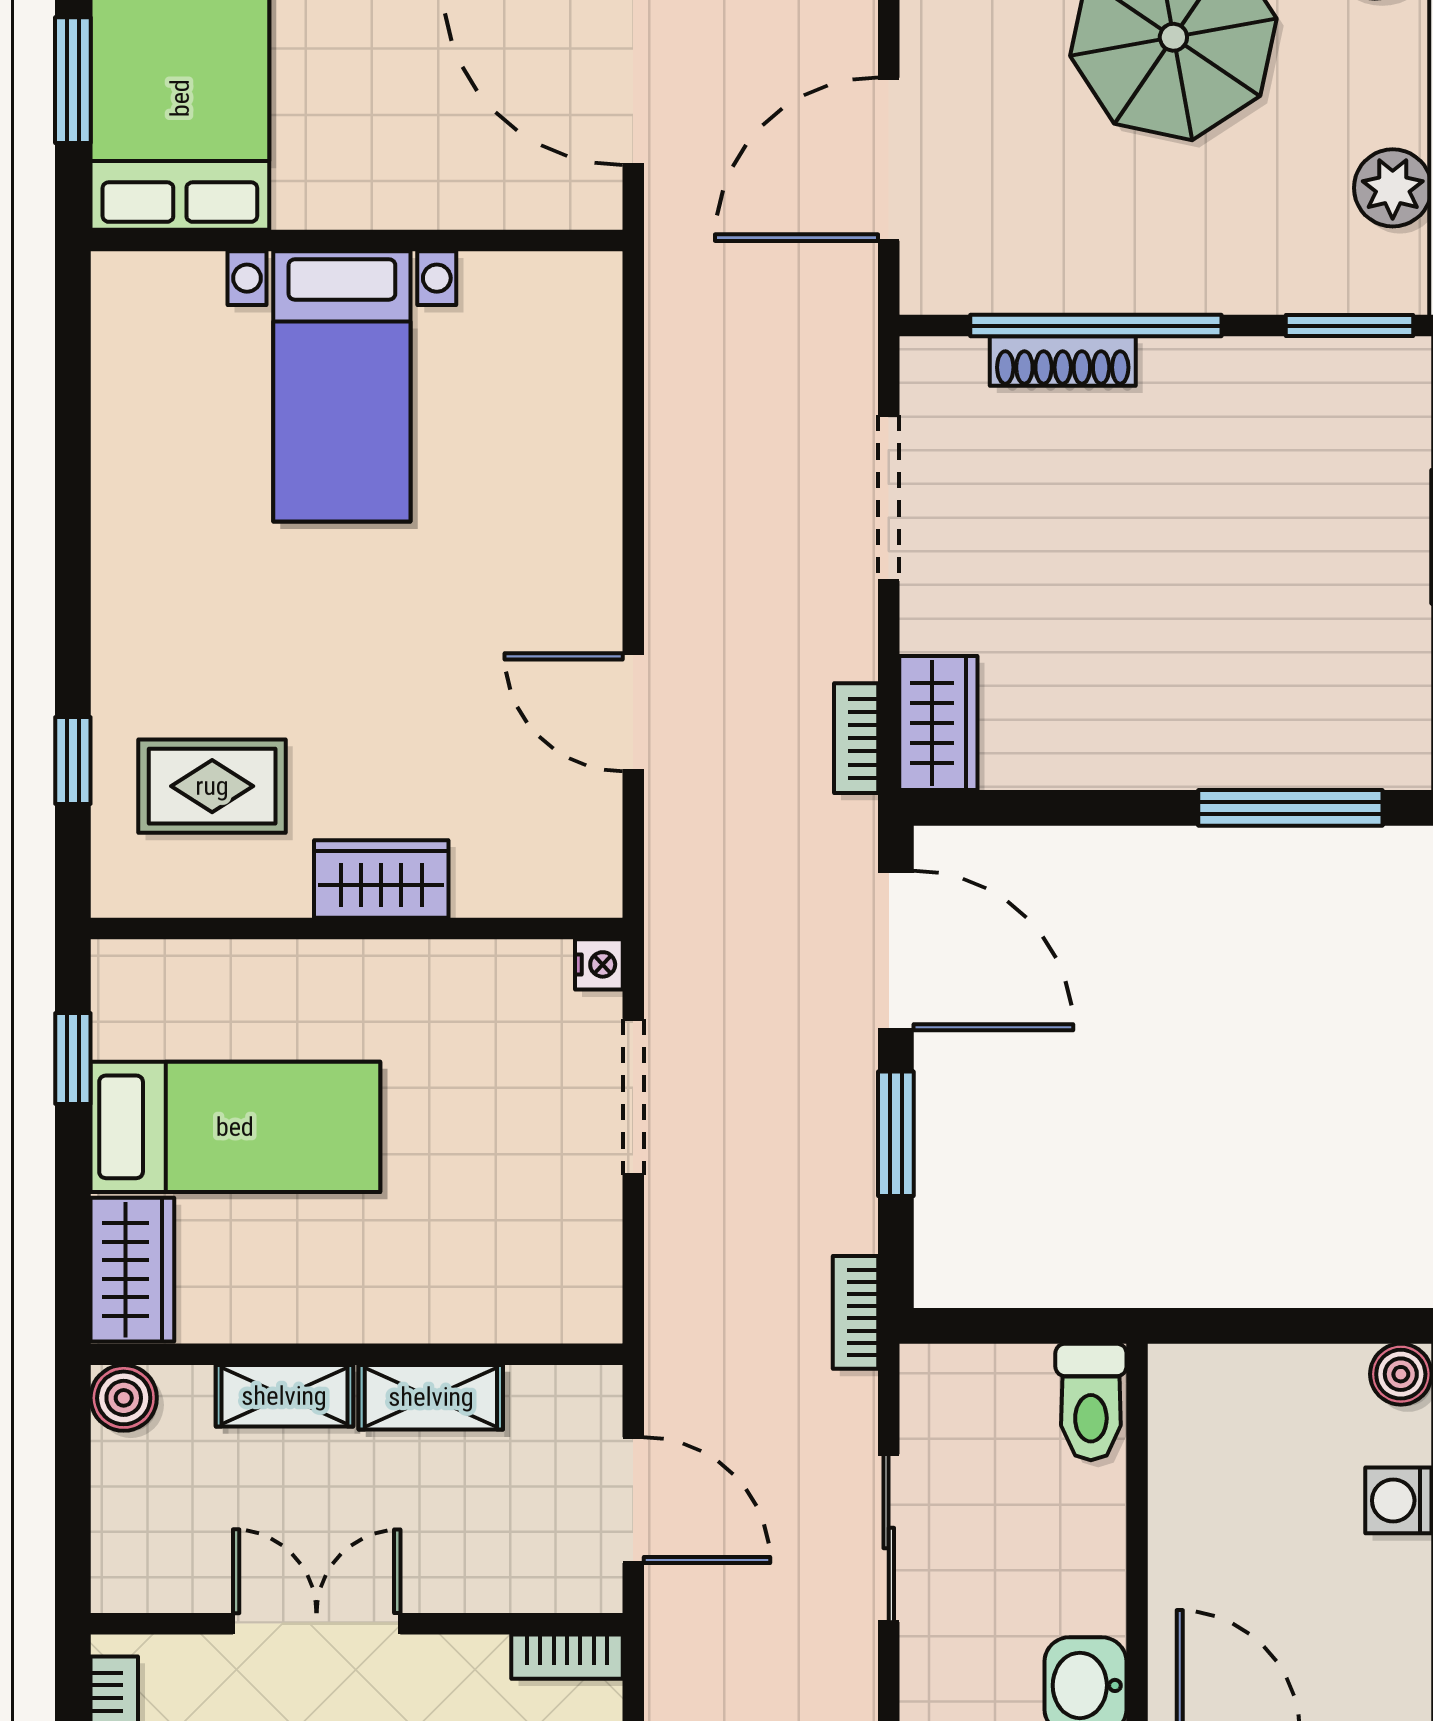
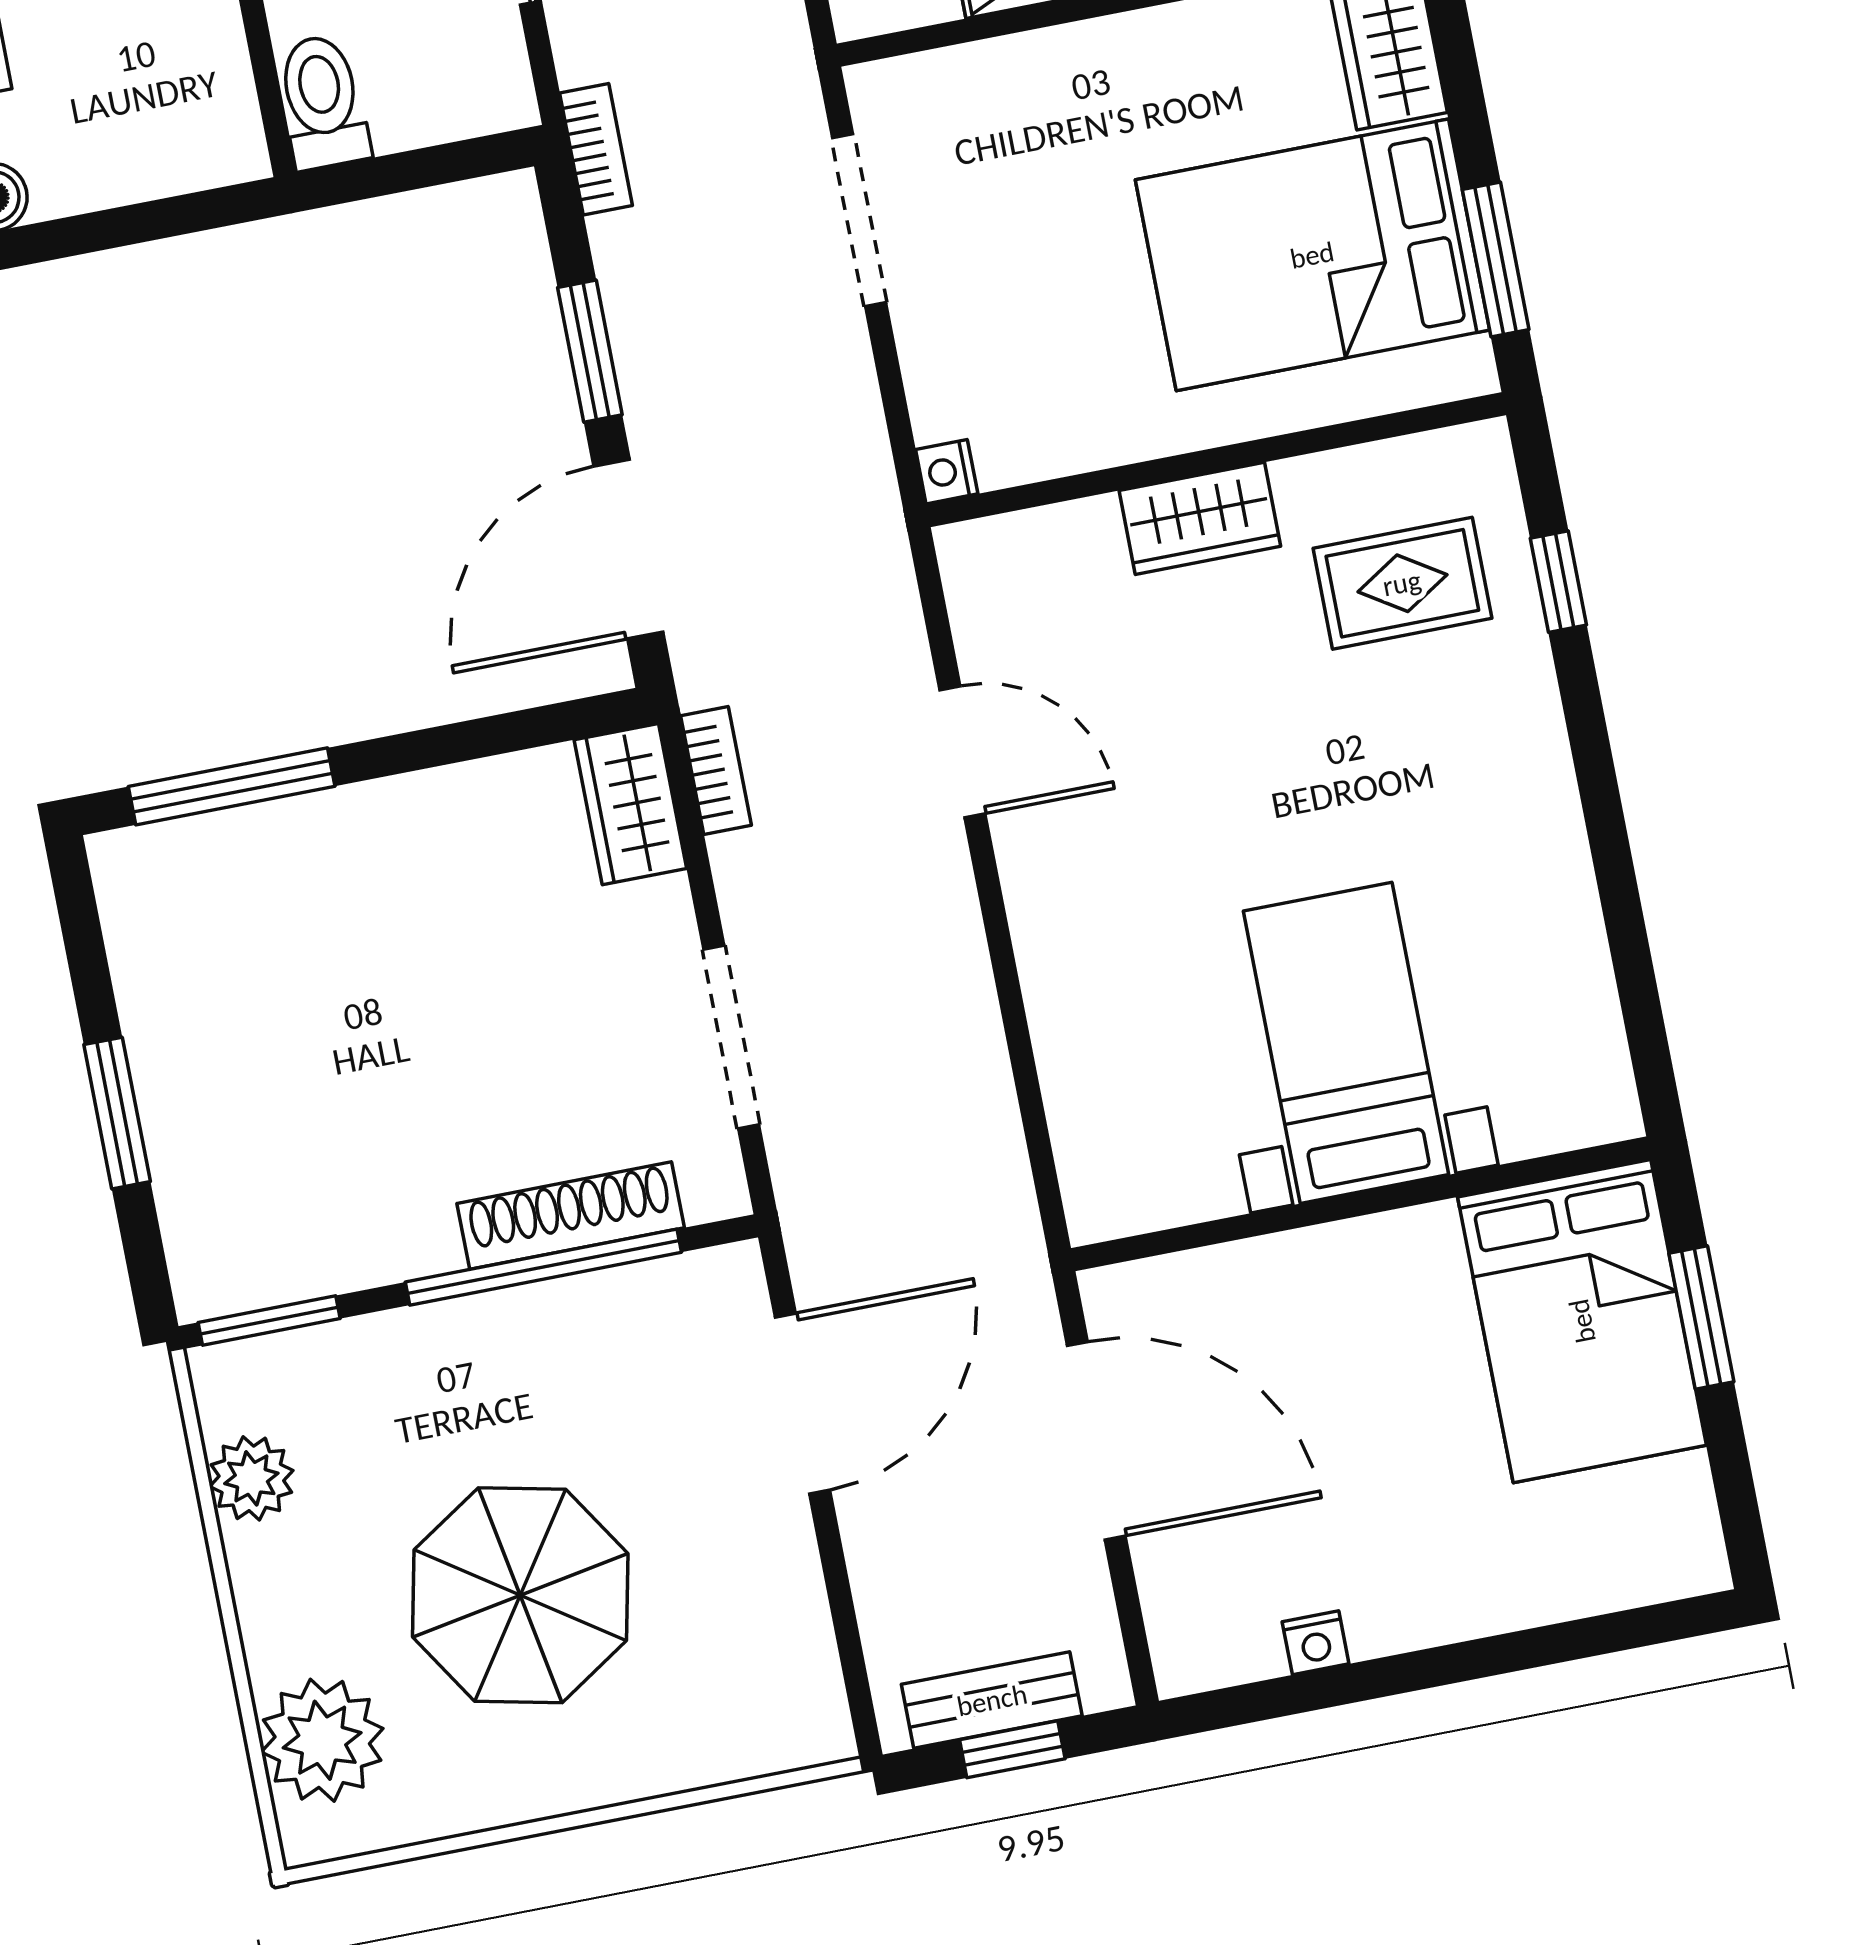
shoe rack: (1063, 361) -> (571, 1216), width x1.36, depth x1.24
door: (896, 951) -> (628, 549), hinge flipped
window: (73, 1058) -> (1496, 260), width x1.50
doorway: (633, 1097) -> (859, 220), moved
bed: (235, 1127) -> (1312, 255), width x1.50

